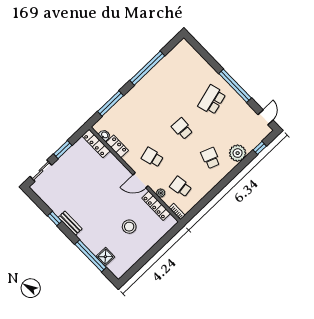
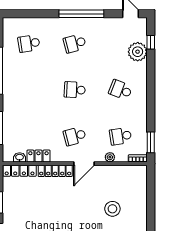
school desk: (184, 71) -> (29, 43), added
school desk: (212, 100) -> (75, 43), width x0.54
plant: (238, 153) -> (138, 52), moved
locker: (156, 206) -> (55, 171), moved
window: (195, 210) -> (151, 142), added

